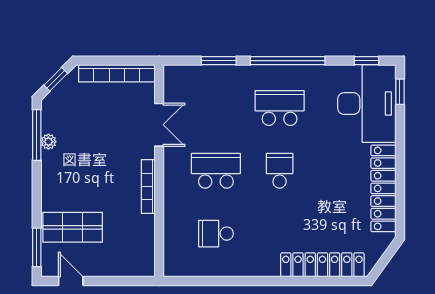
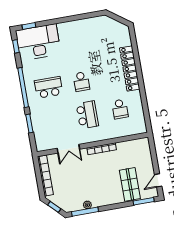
school desk: (280, 108) -> (49, 87), turned 90
double door: (159, 125) -> (68, 149), swing flipped
school desk: (216, 171) -> (87, 115), turned 180
school desk: (280, 171) -> (81, 82), turned -90
locker: (383, 188) -> (81, 26), removed
locker: (322, 265) -> (130, 68), moved

